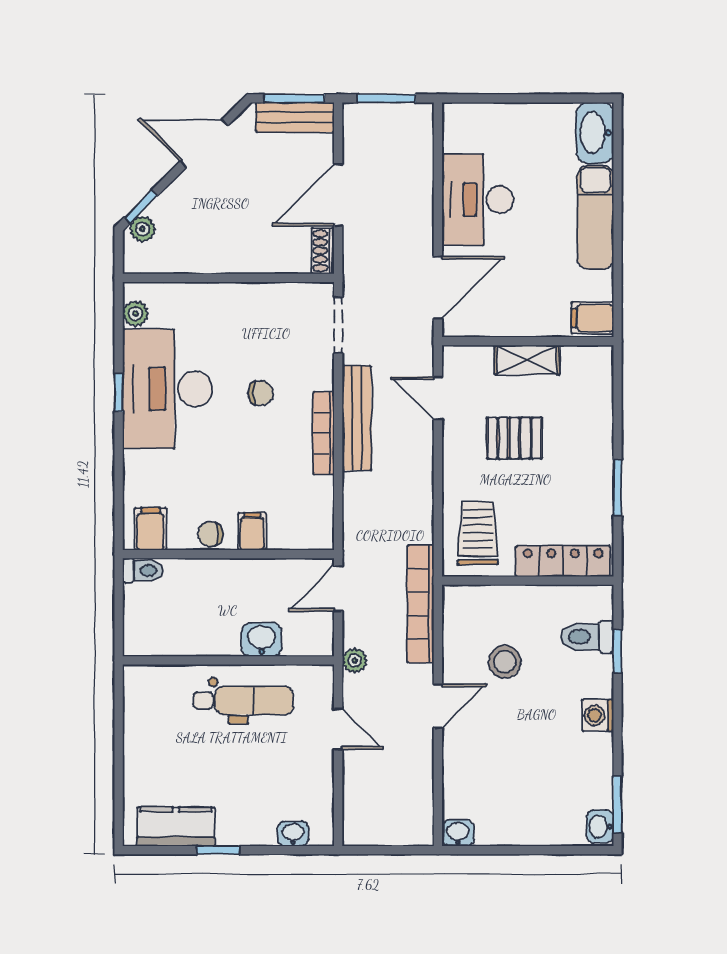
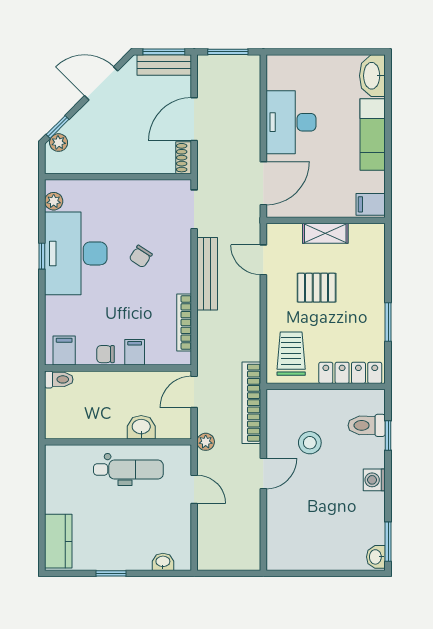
chair: (261, 393) -> (141, 256), turned 123
bookcase: (324, 433) -> (184, 322), moved
kitchen counter: (176, 827) -> (58, 541), moved, turned 90
washbasin: (458, 833) -> (277, 562), removed

